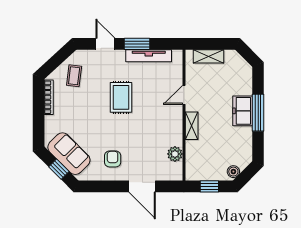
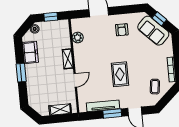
freezer: (243, 111) -> (30, 52), moved
window: (258, 113) -> (21, 73), width x0.69

